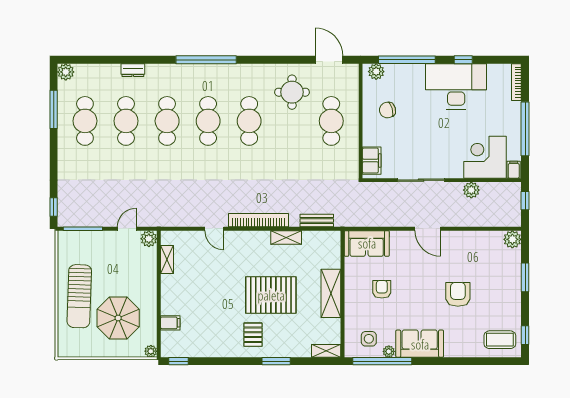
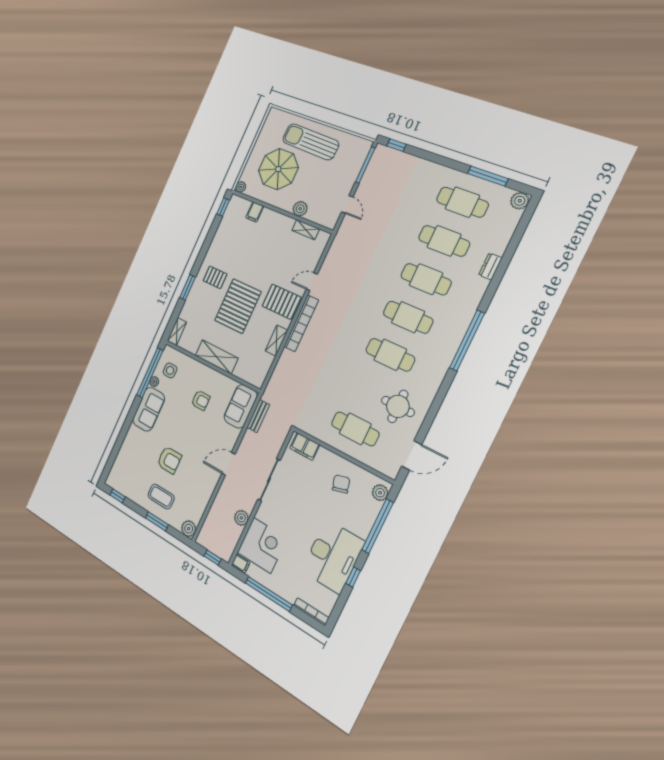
bench: (317, 220) -> (258, 416), moved
plant: (149, 239) -> (300, 209), moved
pallet: (247, 251) -> (281, 302), added
coffee table: (500, 340) -> (161, 497), moved, turned 90

